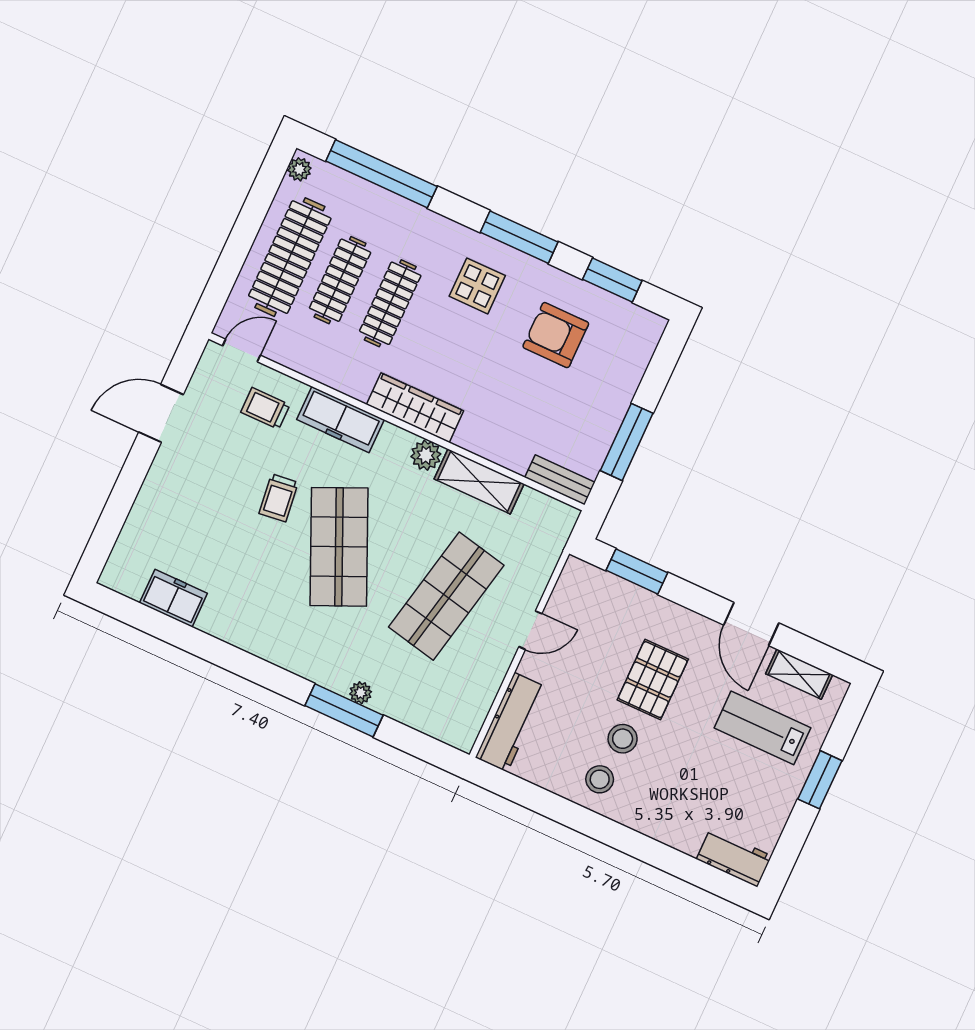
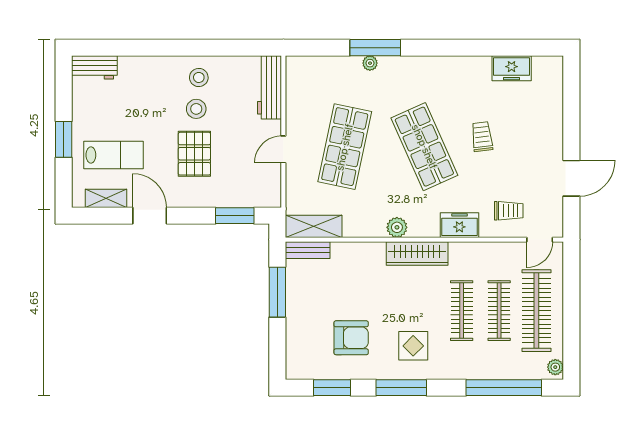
freezer: (340, 420) -> (459, 225), width x0.71
shelving: (479, 481) -> (314, 226), moved
trolley: (279, 498) -> (482, 137), moved

